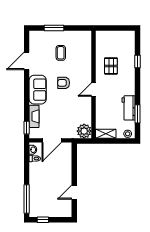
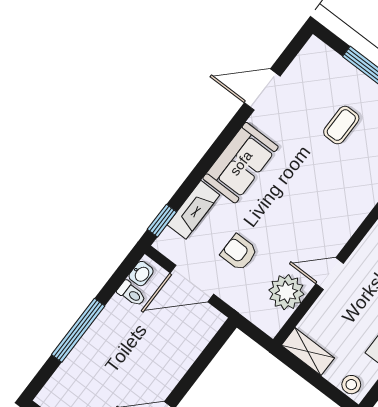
armchair: (64, 83) -> (239, 252), moved
door: (93, 90) -> (330, 274), moved
plant: (84, 131) -> (286, 292), moved
window: (27, 199) -> (78, 330), moved

